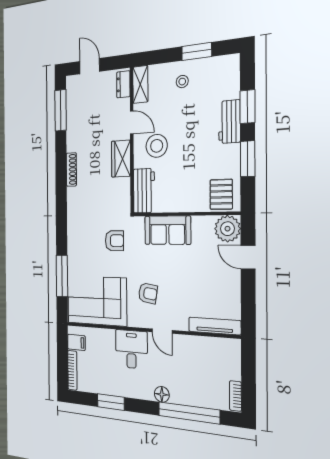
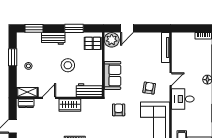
window: (247, 107) -> (34, 28), moved
stool: (157, 146) -> (68, 65), moved

